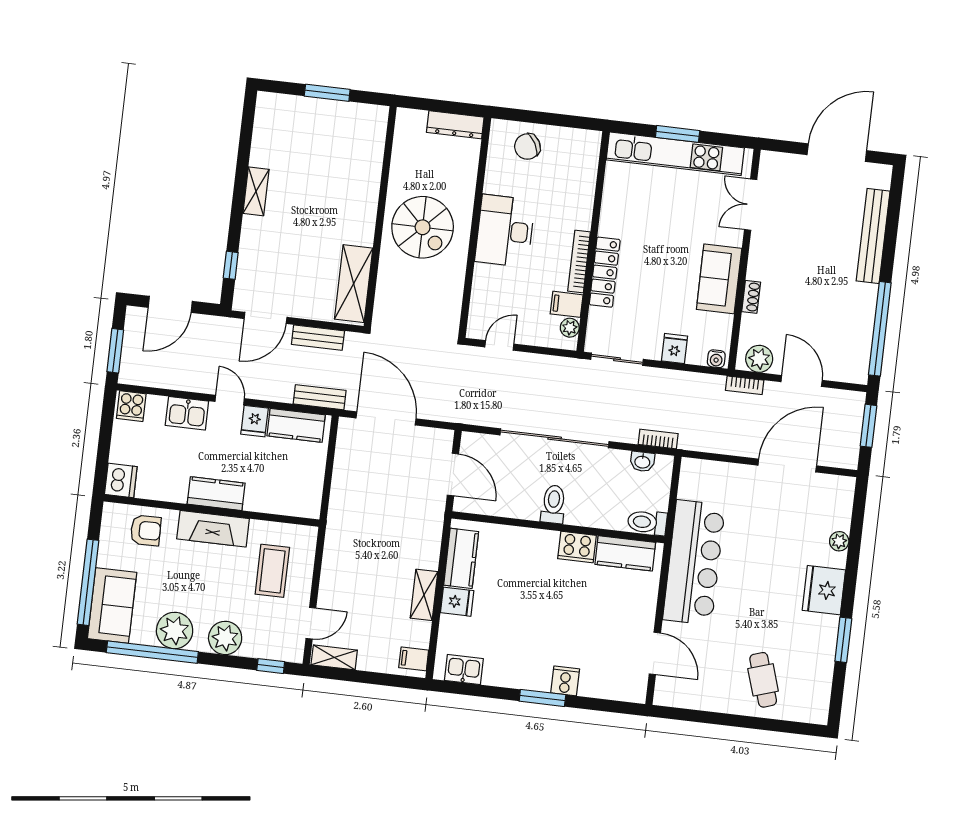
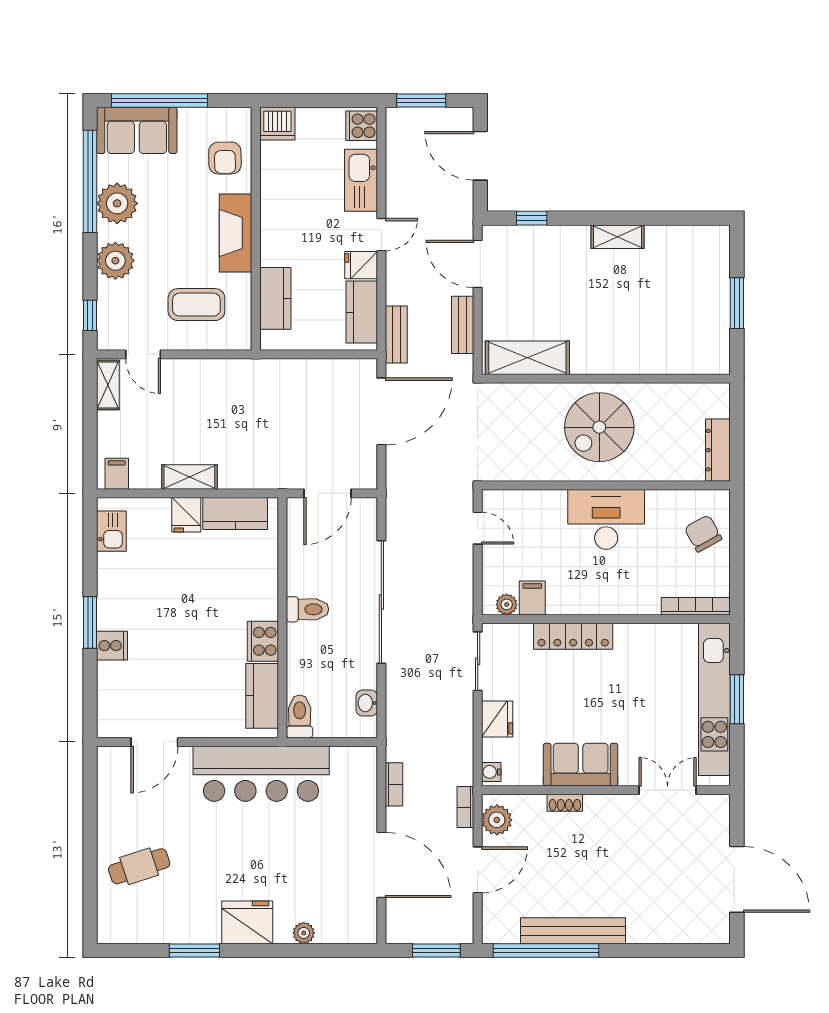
bench: (873, 236) -> (573, 931), moved
bookcase: (579, 262) -> (696, 606), moved
fridge: (675, 348) -> (497, 719), width x1.38
kitchen sink: (187, 413) -> (361, 180), width x1.38
bookcase: (658, 439) -> (394, 784), moved
kitchen counter: (216, 494) -> (275, 298), moved

